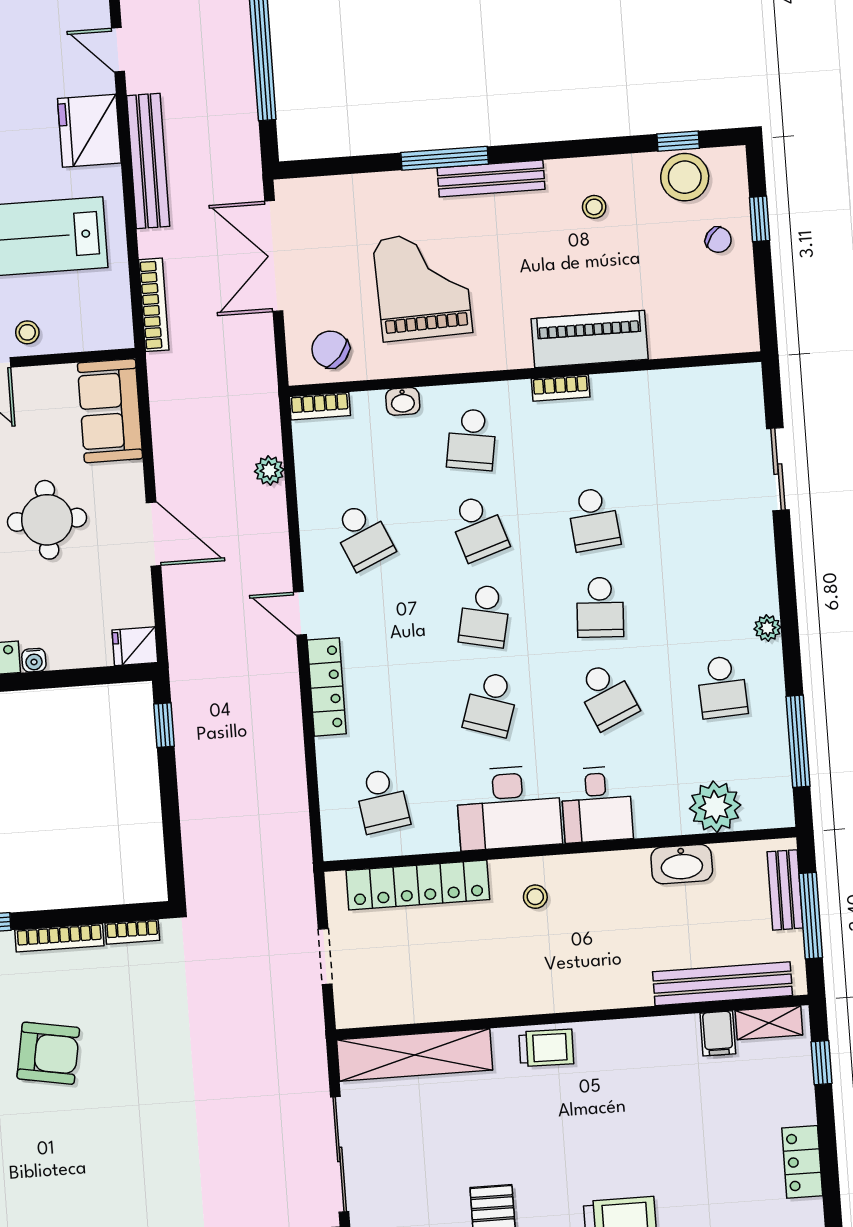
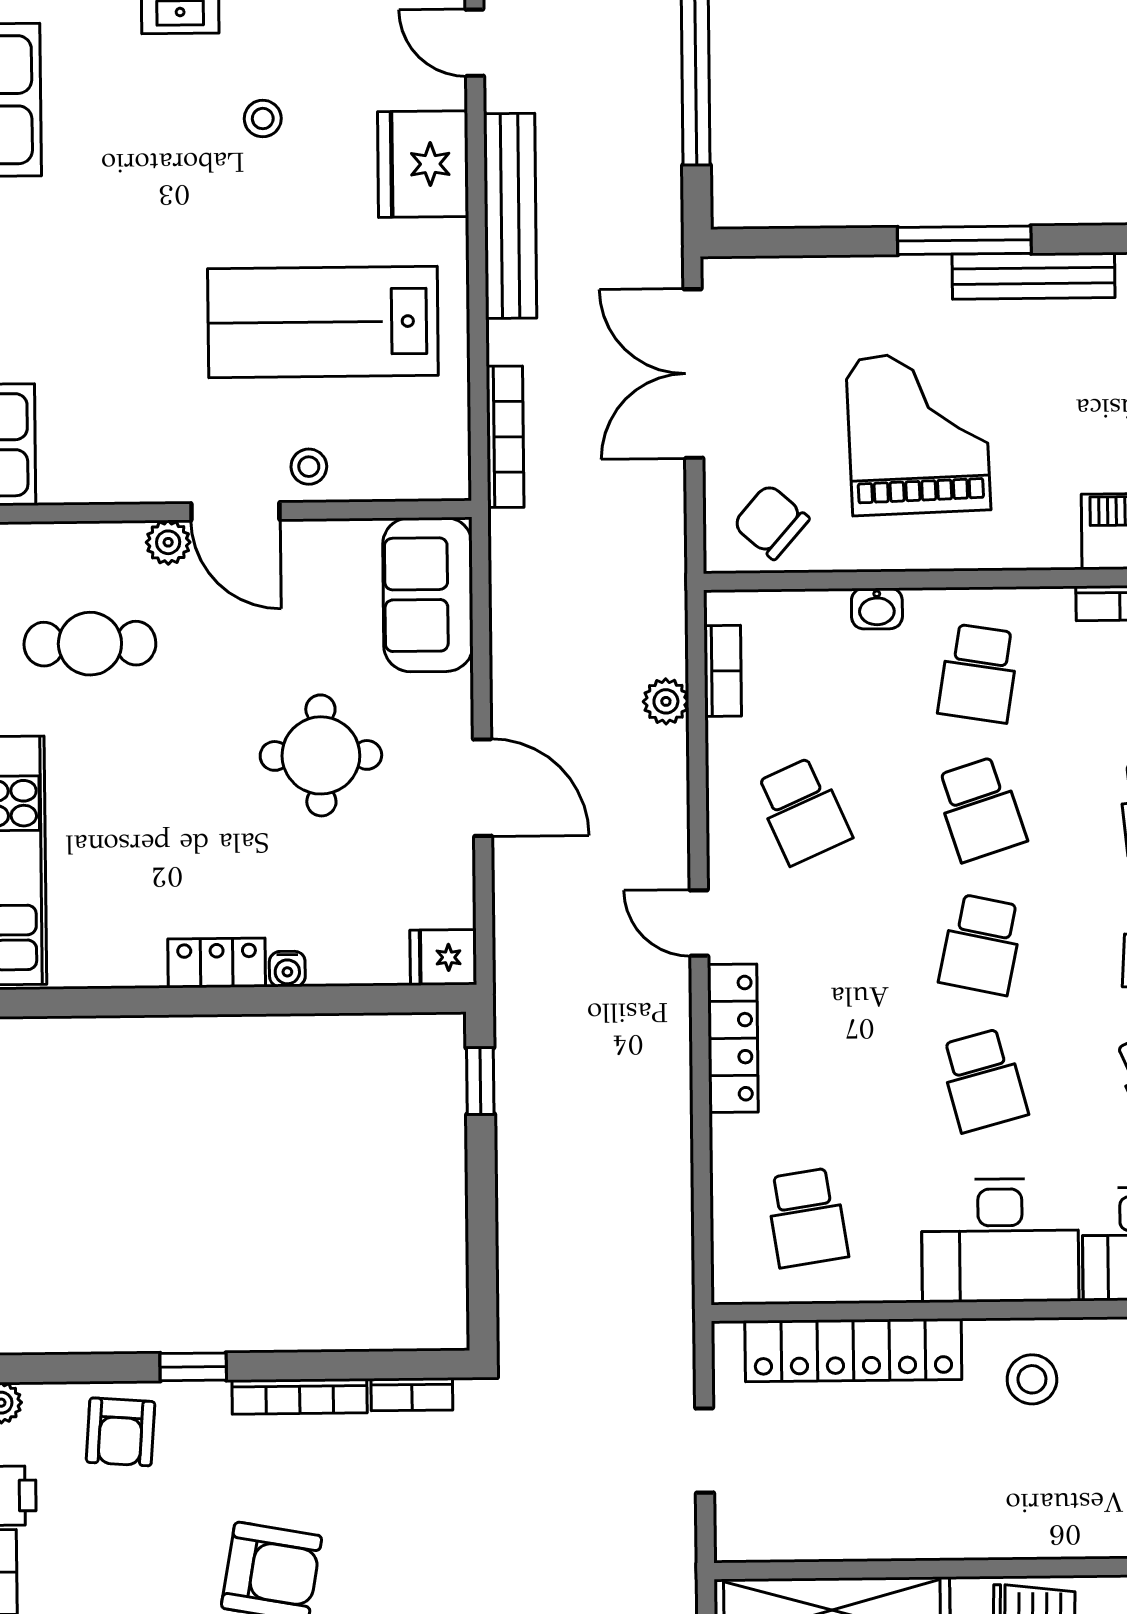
bookcase: (320, 406) -> (723, 671), moved, turned -90
school desk: (491, 704) -> (983, 1080), turned -33
stool: (535, 897) -> (1032, 1379), width x1.37, depth x1.37

